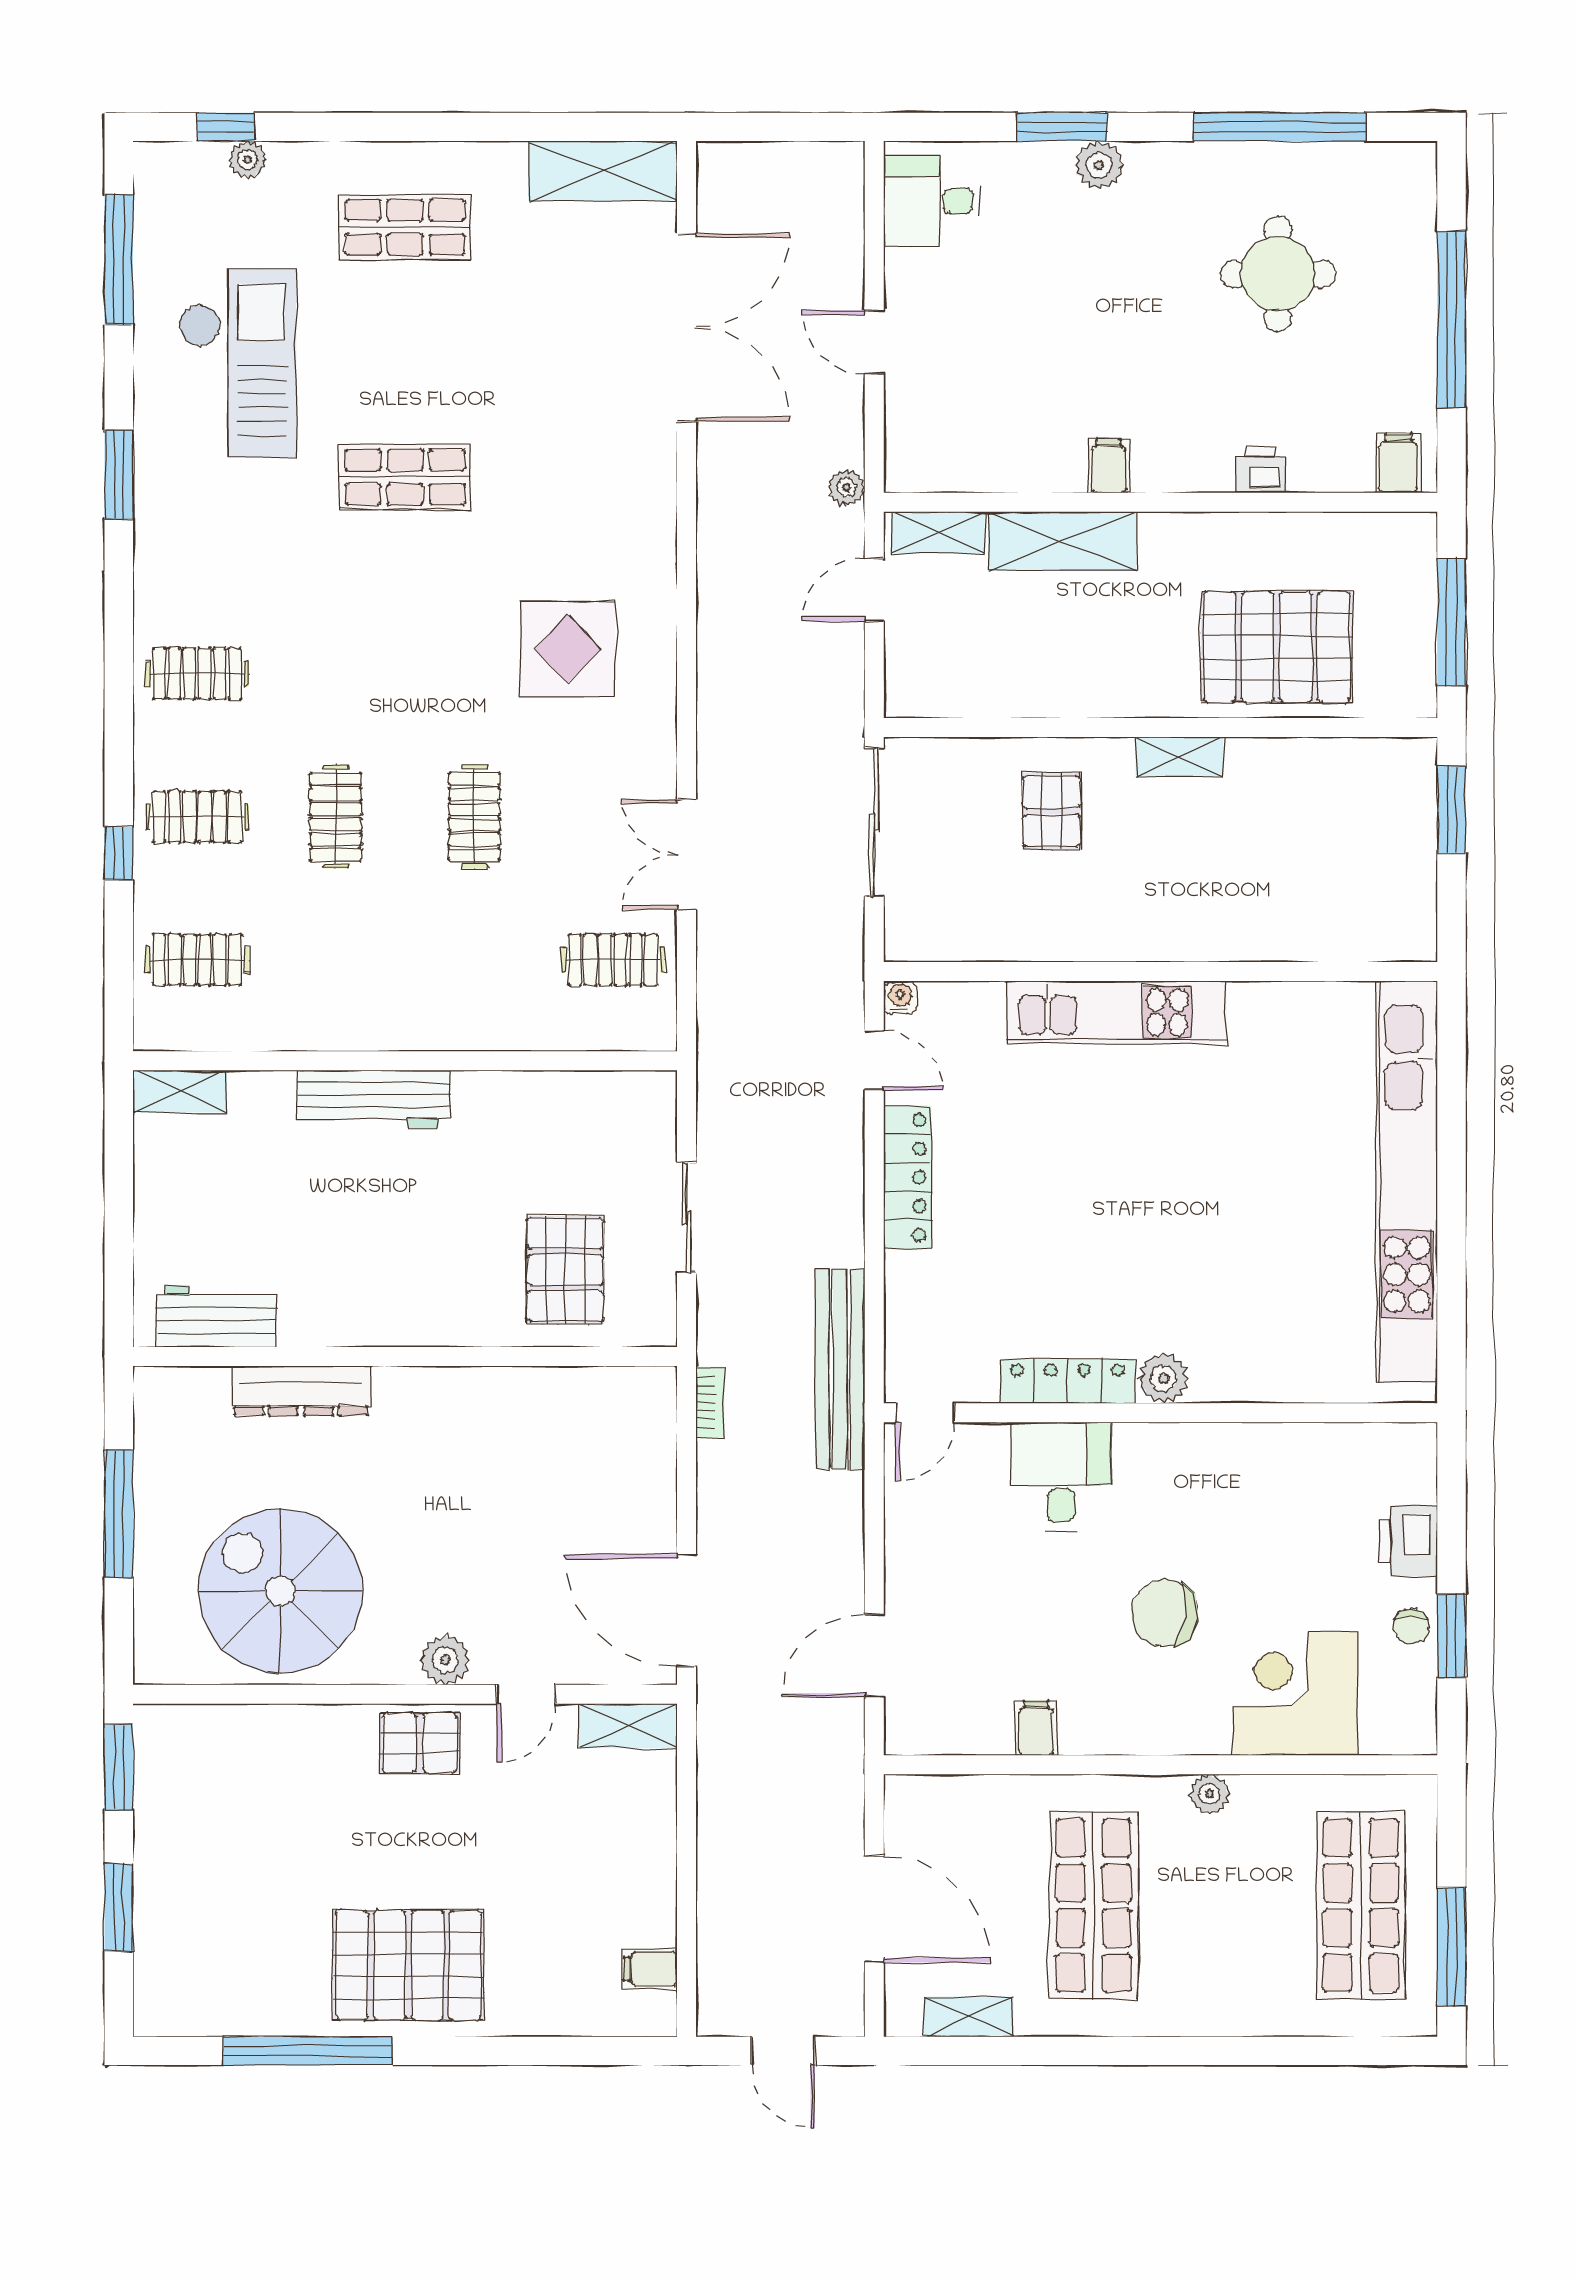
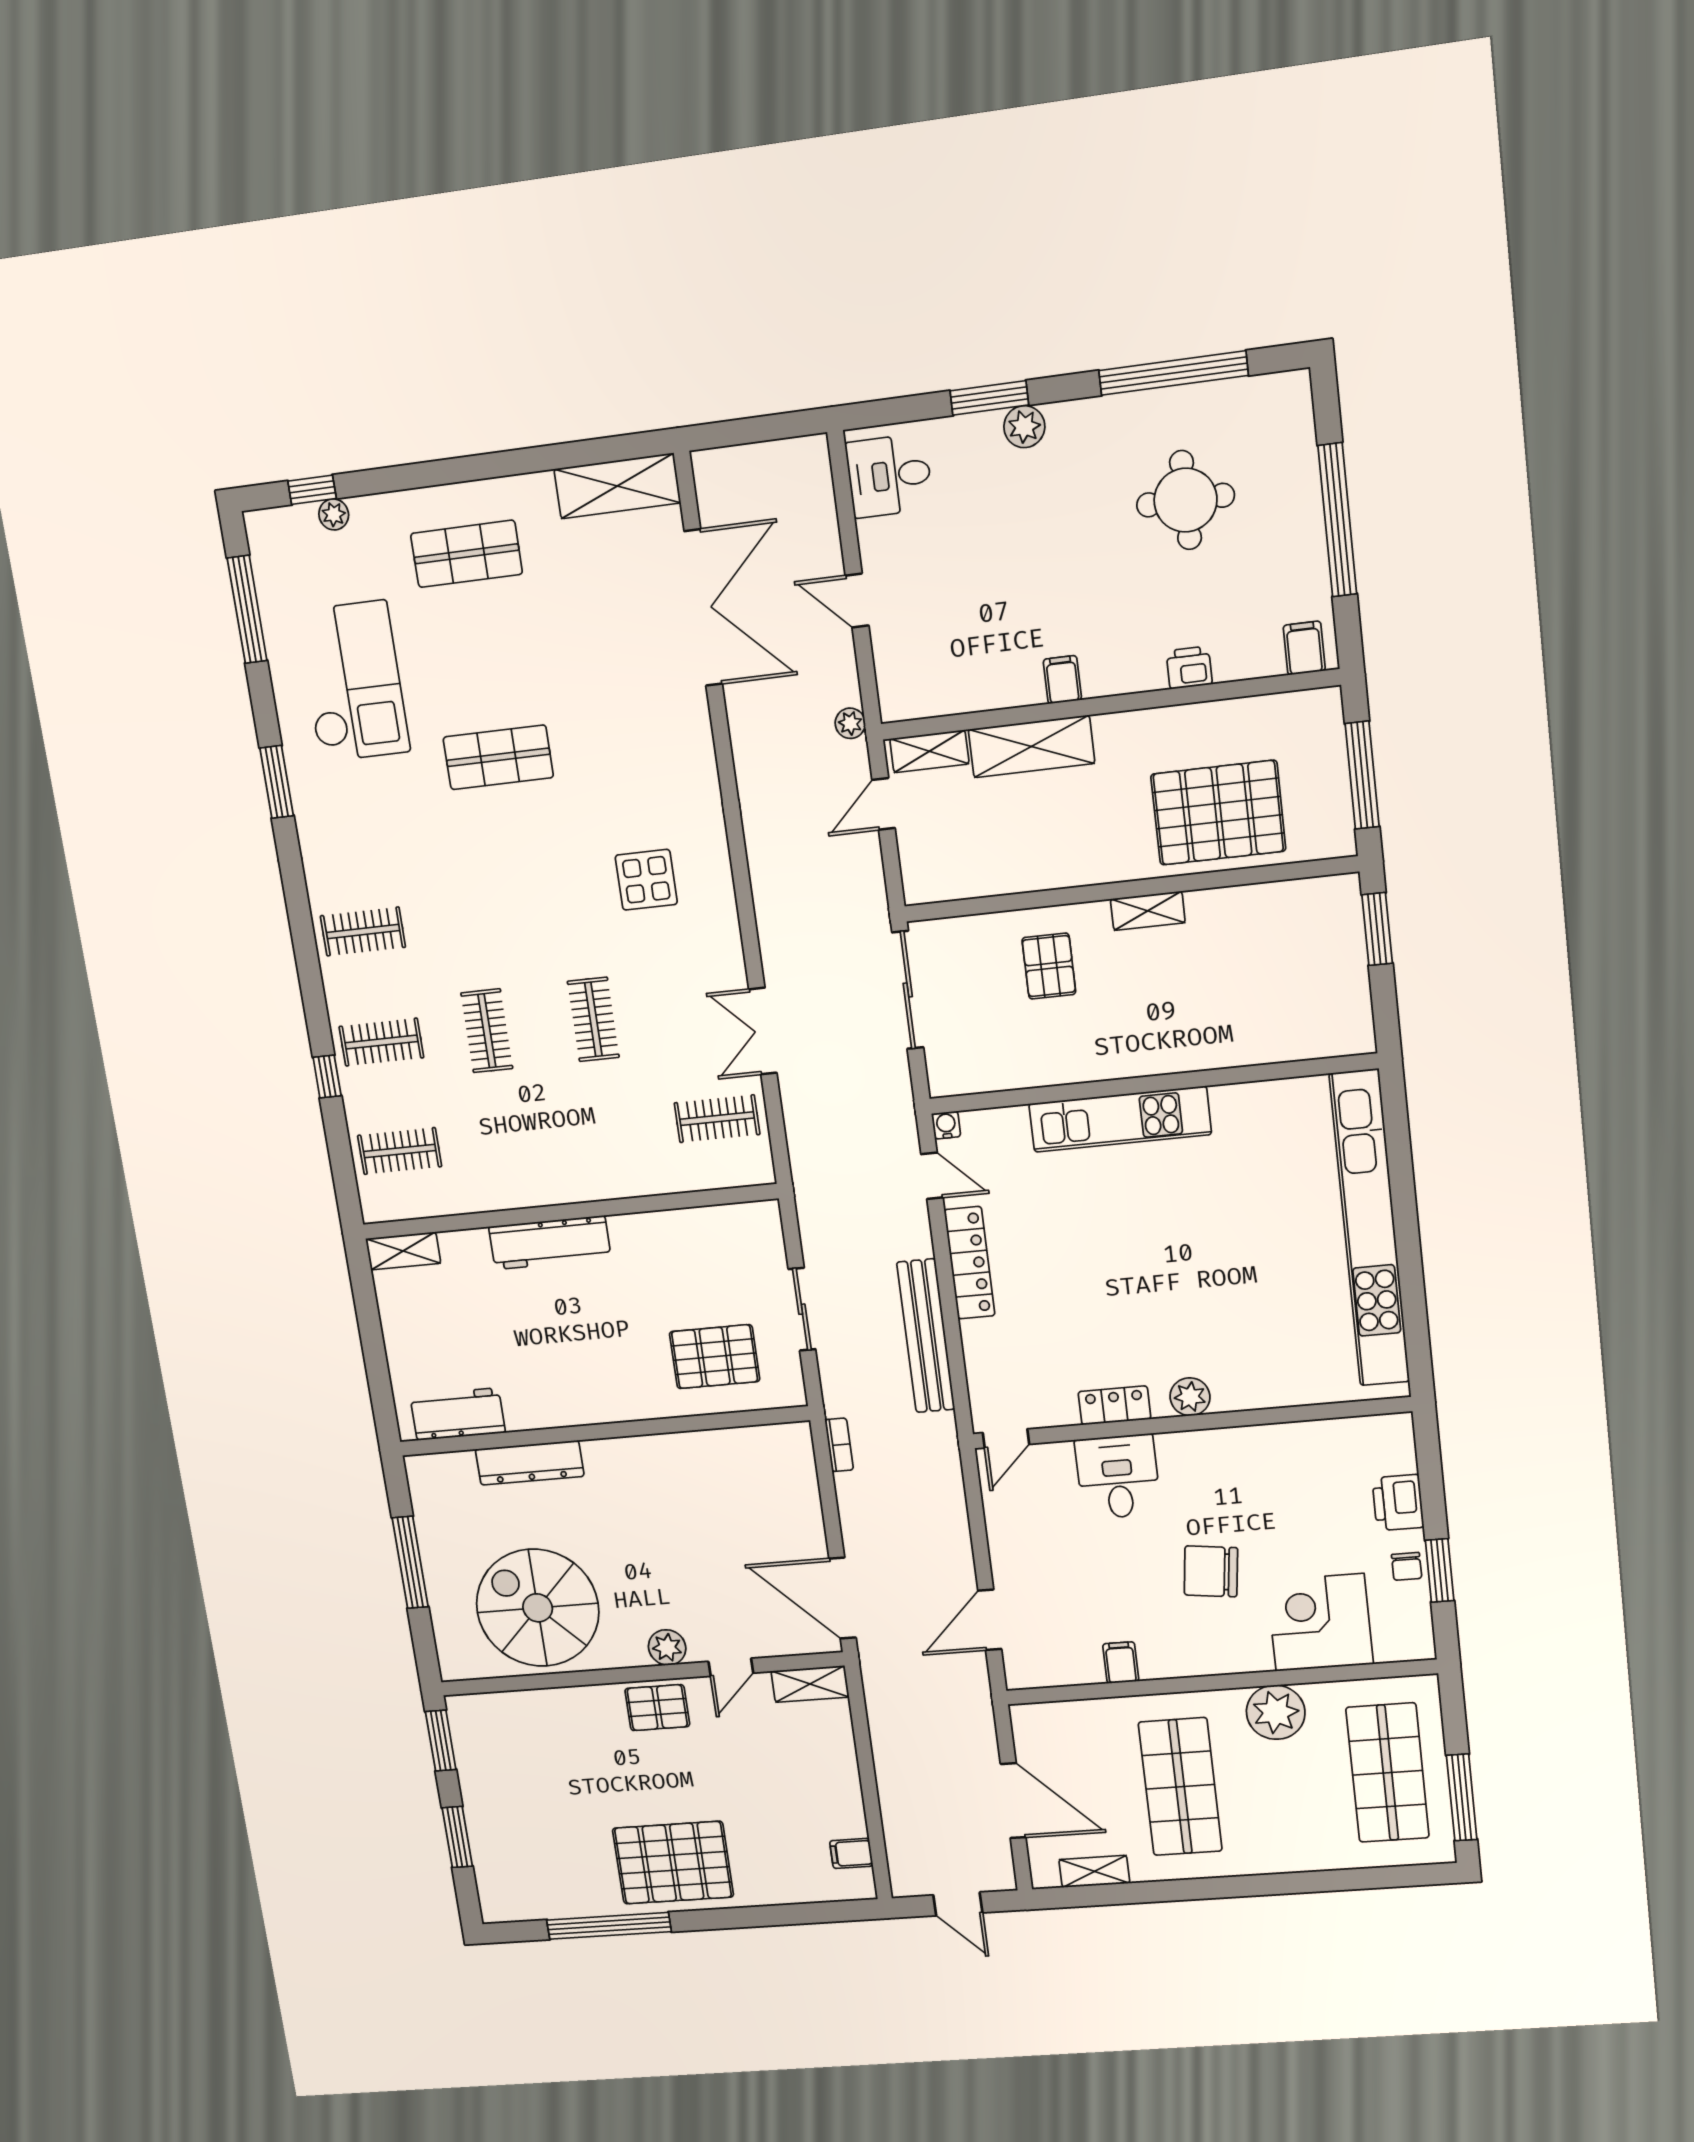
display table: (567, 649) -> (646, 880), width x0.73, depth x0.73
pallet: (565, 1270) -> (715, 1357), turned 90
bench: (840, 1369) -> (926, 1336), moved
locker: (1068, 1381) -> (1114, 1405), width x0.66
plant: (1209, 1794) -> (1276, 1712), width x1.88, depth x1.88

